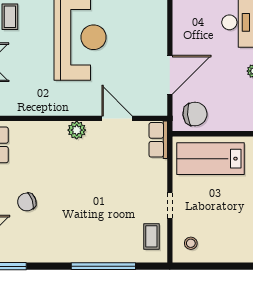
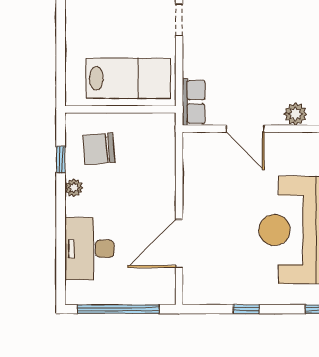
door: (170, 75) -> (179, 243), moved
chair: (195, 114) -> (99, 149), moved

